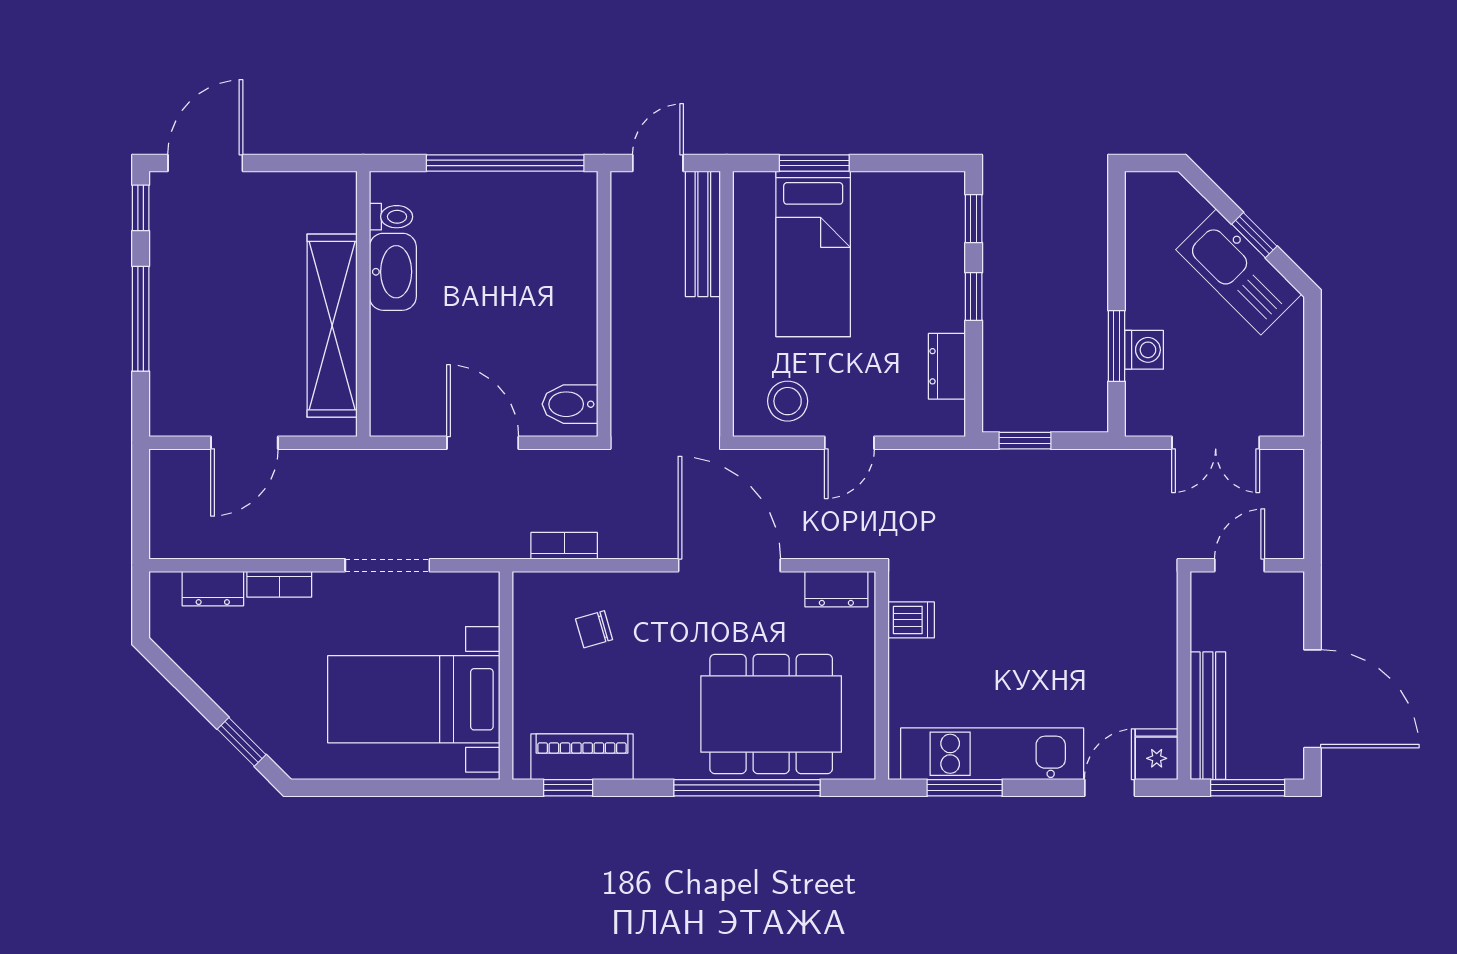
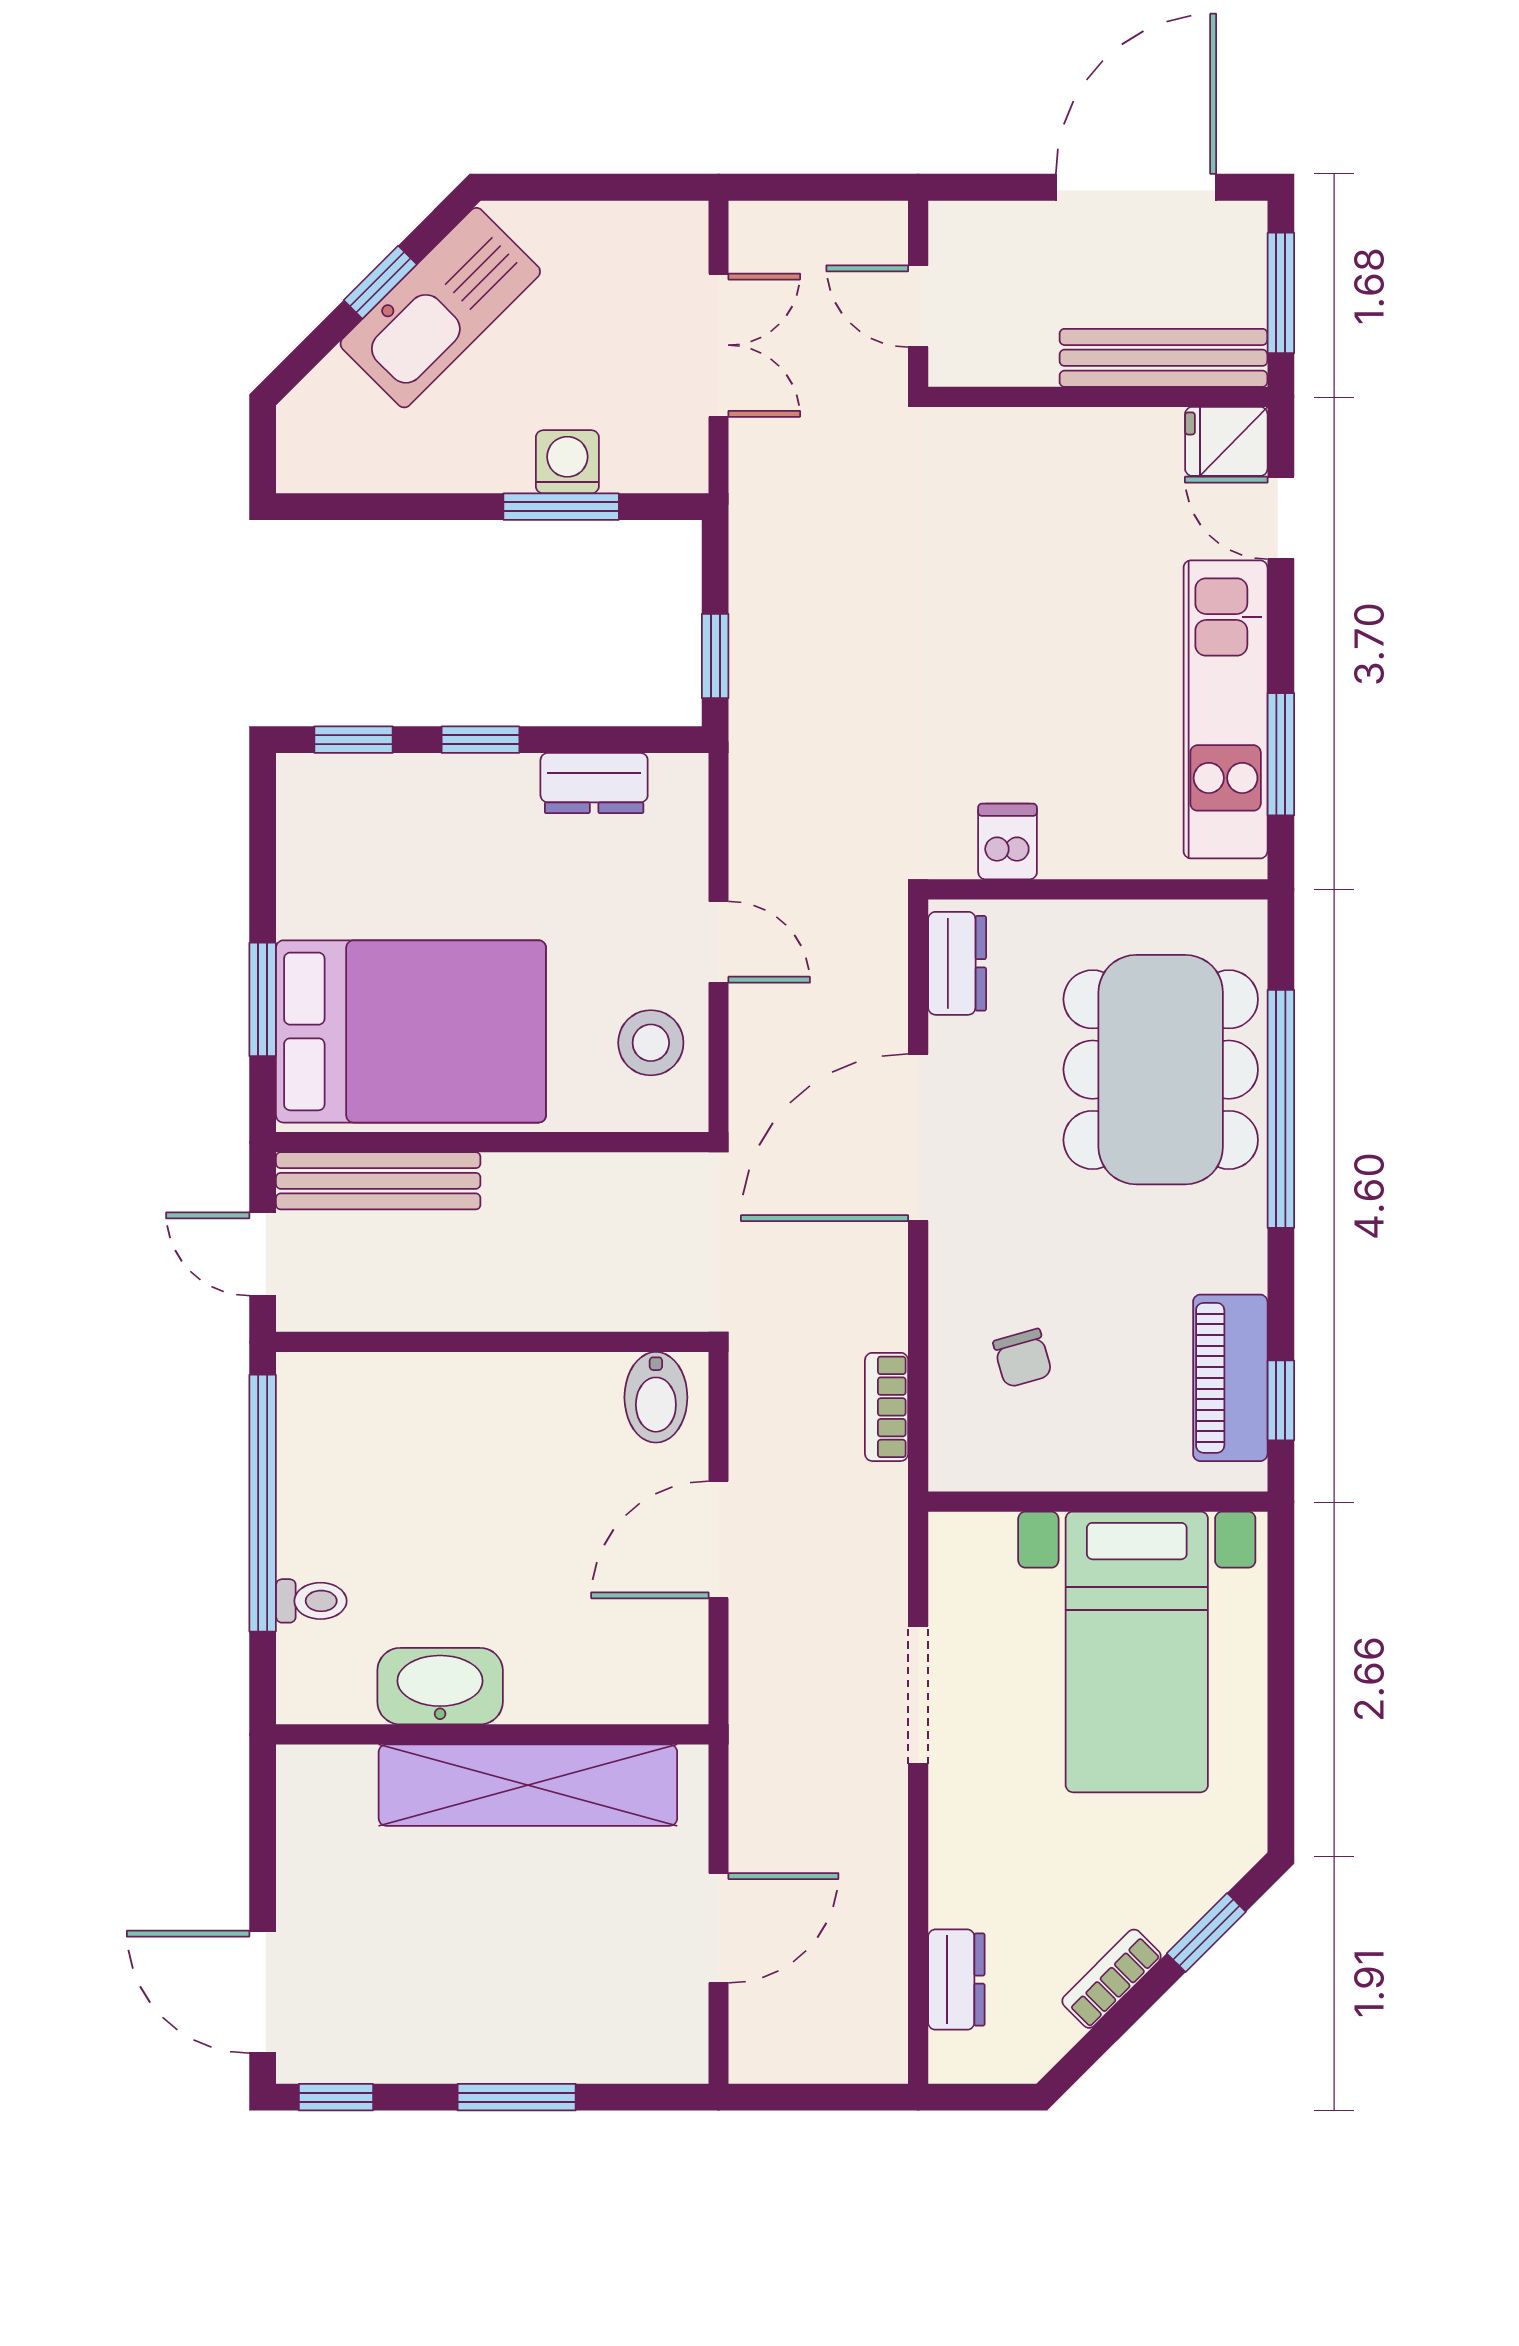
toilet: (391, 217) -> (311, 1601), moved, turned 90
bed: (813, 254) -> (411, 1031), width x1.50
window: (141, 319) -> (517, 2097), width x0.69
door: (244, 443) -> (719, 1928), hinge flipped
bookcase: (279, 584) -> (1112, 1979), moved, turned -135

